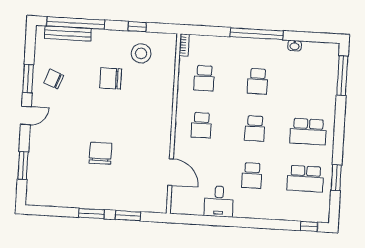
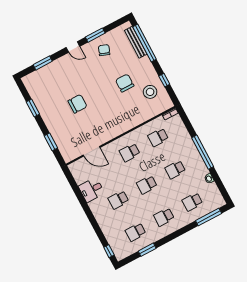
school desk: (311, 84) -> (192, 202), added
school desk: (308, 132) -> (164, 217), width x0.54
door: (171, 172) -> (92, 151), hinge flipped
school desk: (305, 179) -> (136, 232), width x0.54
window: (91, 214) -> (33, 108), moved

